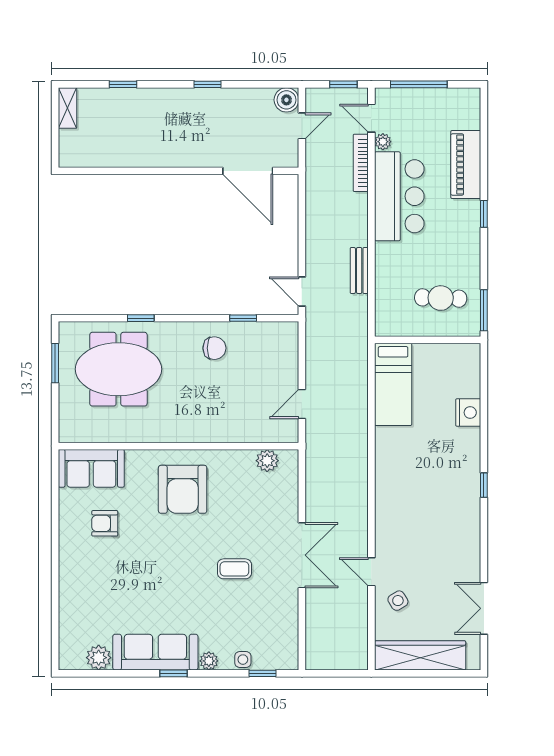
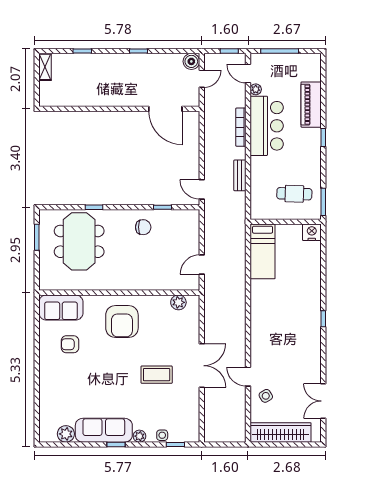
bookcase: (361, 163) -> (241, 127), moved
meeting table: (118, 369) -> (79, 241), turned 90
nightstand: (468, 413) -> (312, 232), moved, turned -90
coffee table: (234, 569) -> (157, 375), width x1.36, depth x1.30

